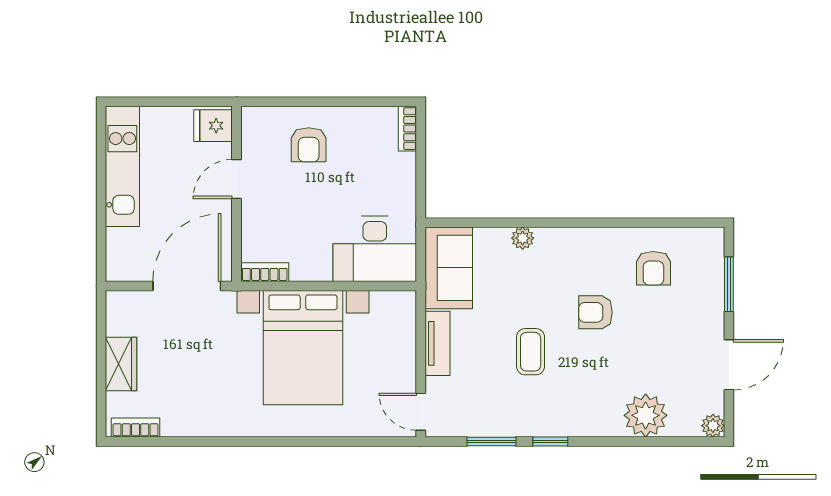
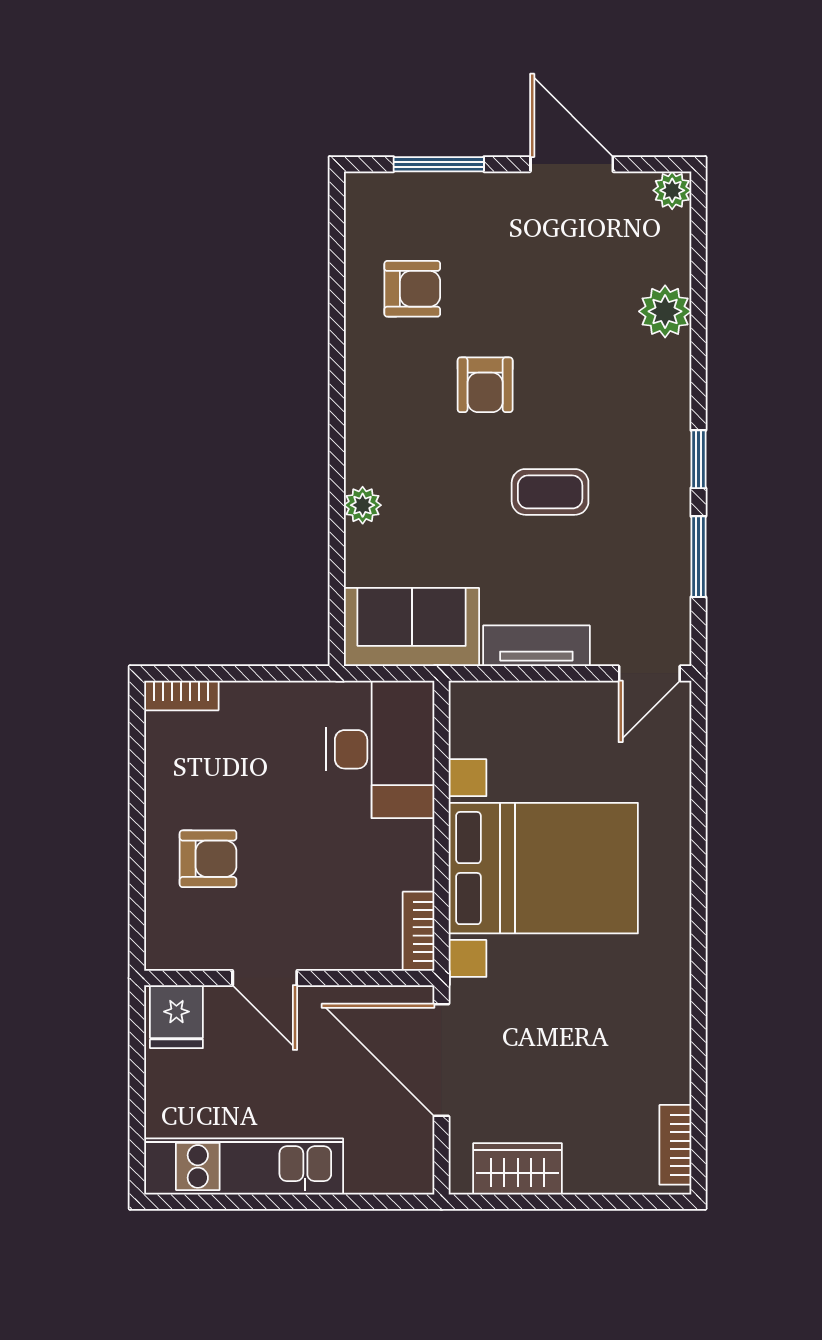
wardrobe: (121, 364) -> (518, 1169), moved
plant: (646, 415) -> (665, 311), width x0.73, depth x0.73

